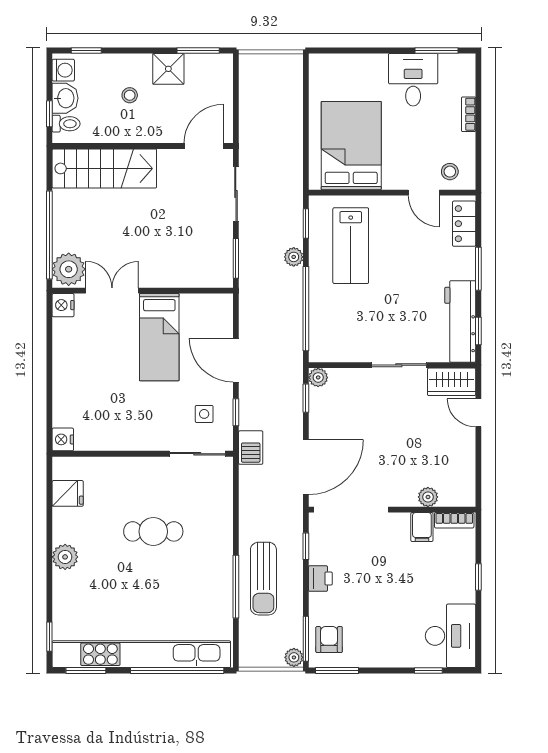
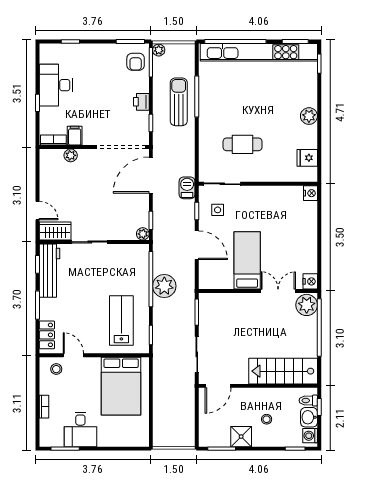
plant: (294, 257) -> (164, 286), moved, width x1.87, depth x1.87
double door: (112, 291) -> (278, 291), swing flipped
cafe table: (153, 531) -> (243, 144), moved
desk: (451, 636) -> (56, 85), moved

